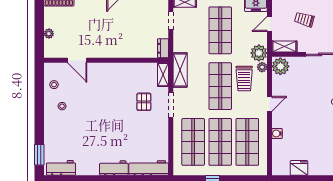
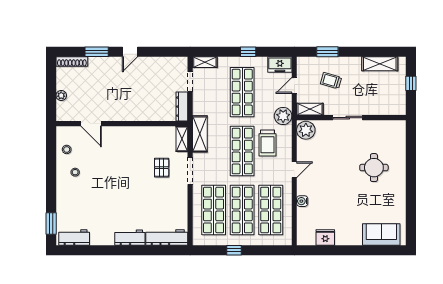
dresser: (163, 48) -> (182, 107), width x1.44
plant: (262, 67) -> (286, 131), removed

